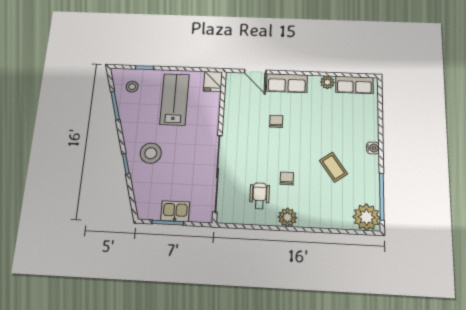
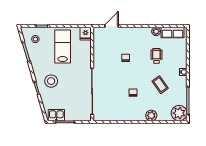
door: (255, 72) -> (111, 26), swing flipped
row of seats: (287, 83) -> (131, 33), removed
wheelchair: (260, 196) -> (156, 56), moved
kitchen sink: (175, 211) -> (56, 115), moved
plant: (287, 217) -> (151, 115), moved

